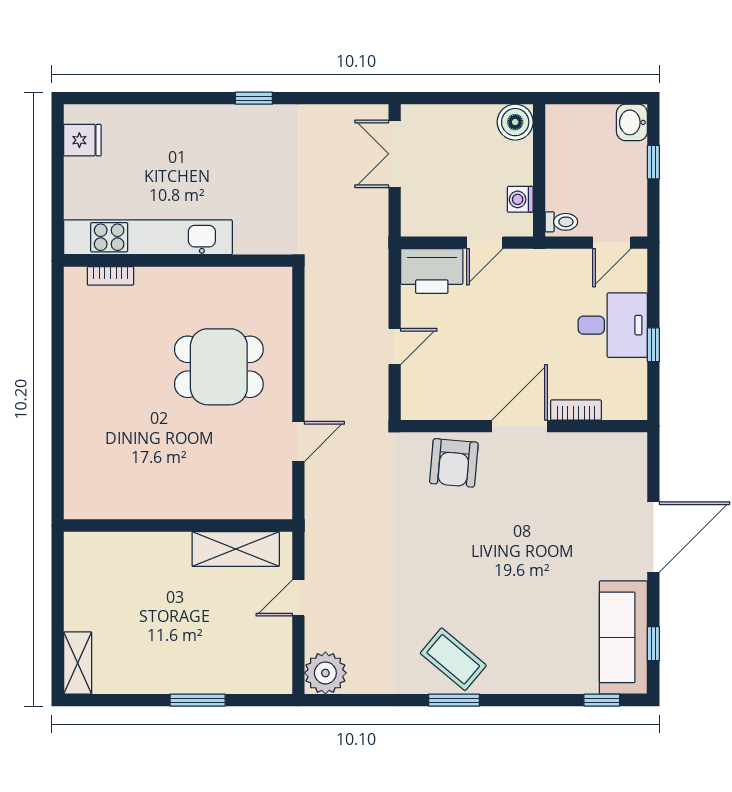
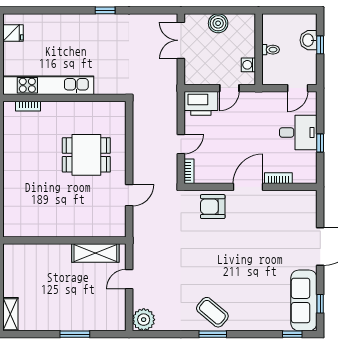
boiler: (515, 122) -> (218, 23), moved
washbasin: (632, 122) -> (309, 40), moved
toilet: (561, 222) -> (271, 50), moved
bookcase: (410, 397) -> (189, 171), added
armchair: (454, 463) -> (213, 207), turned 85

